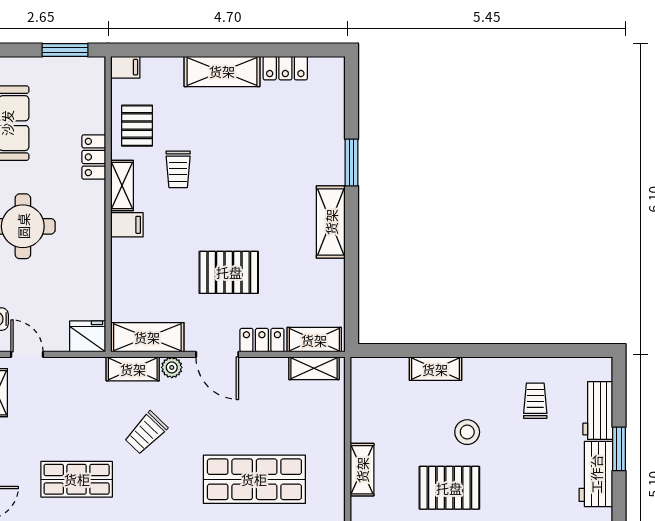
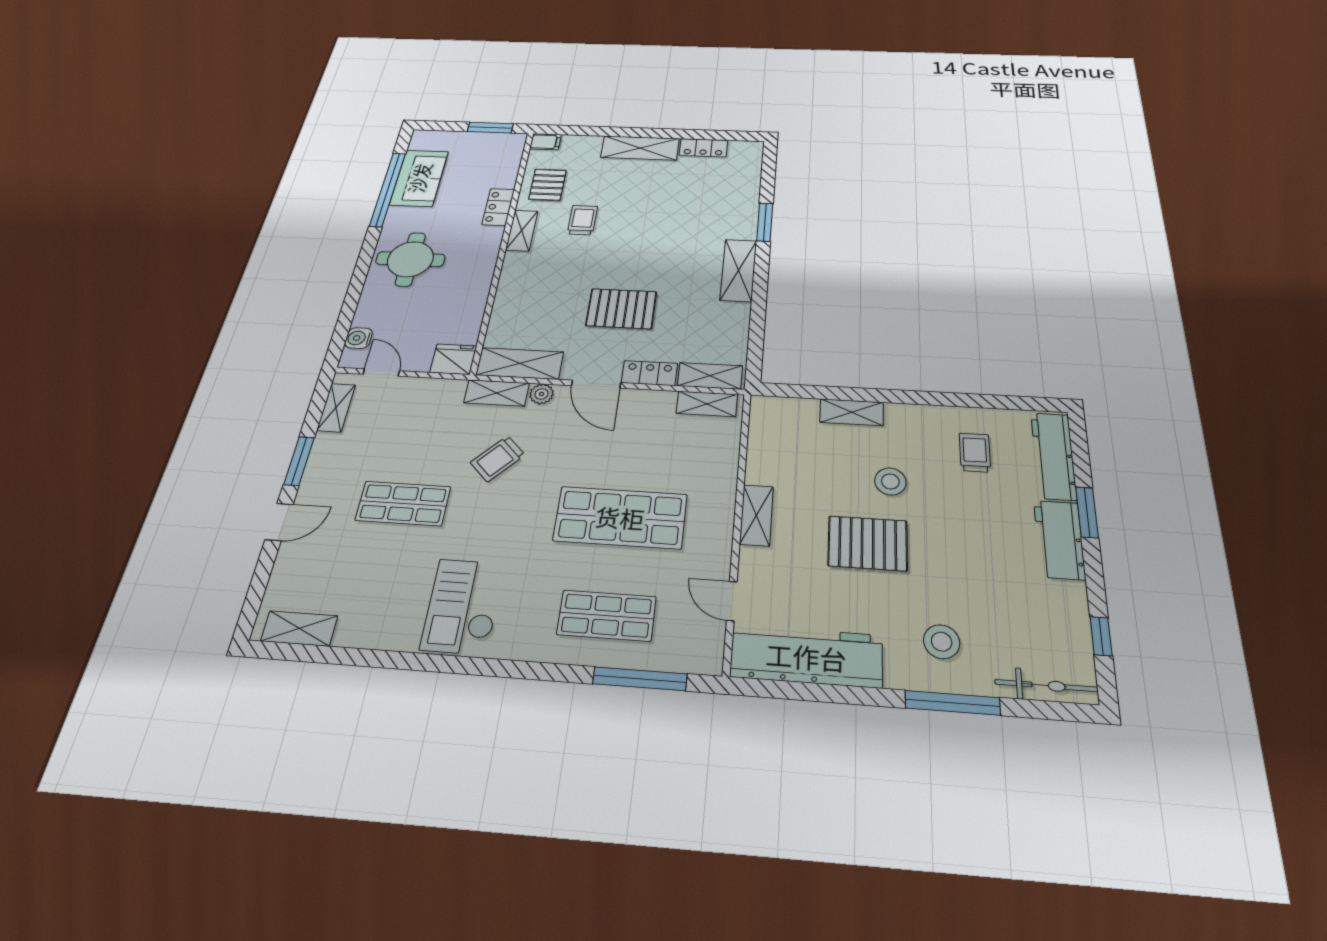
trolley: (178, 169) -> (583, 220), turned 180
filing cabinet: (127, 225) -> (519, 263), removed
workbench: (598, 410) -> (1054, 456), width x1.37

